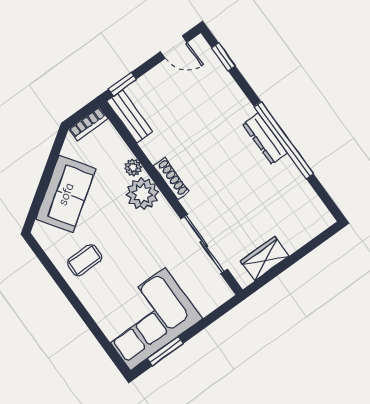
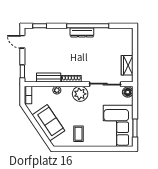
door: (174, 47) -> (22, 42), swing flipped
bench: (130, 116) -> (49, 77), moved
plant: (142, 194) -> (80, 94), moved
floor lamp: (219, 293) -> (128, 92), added

